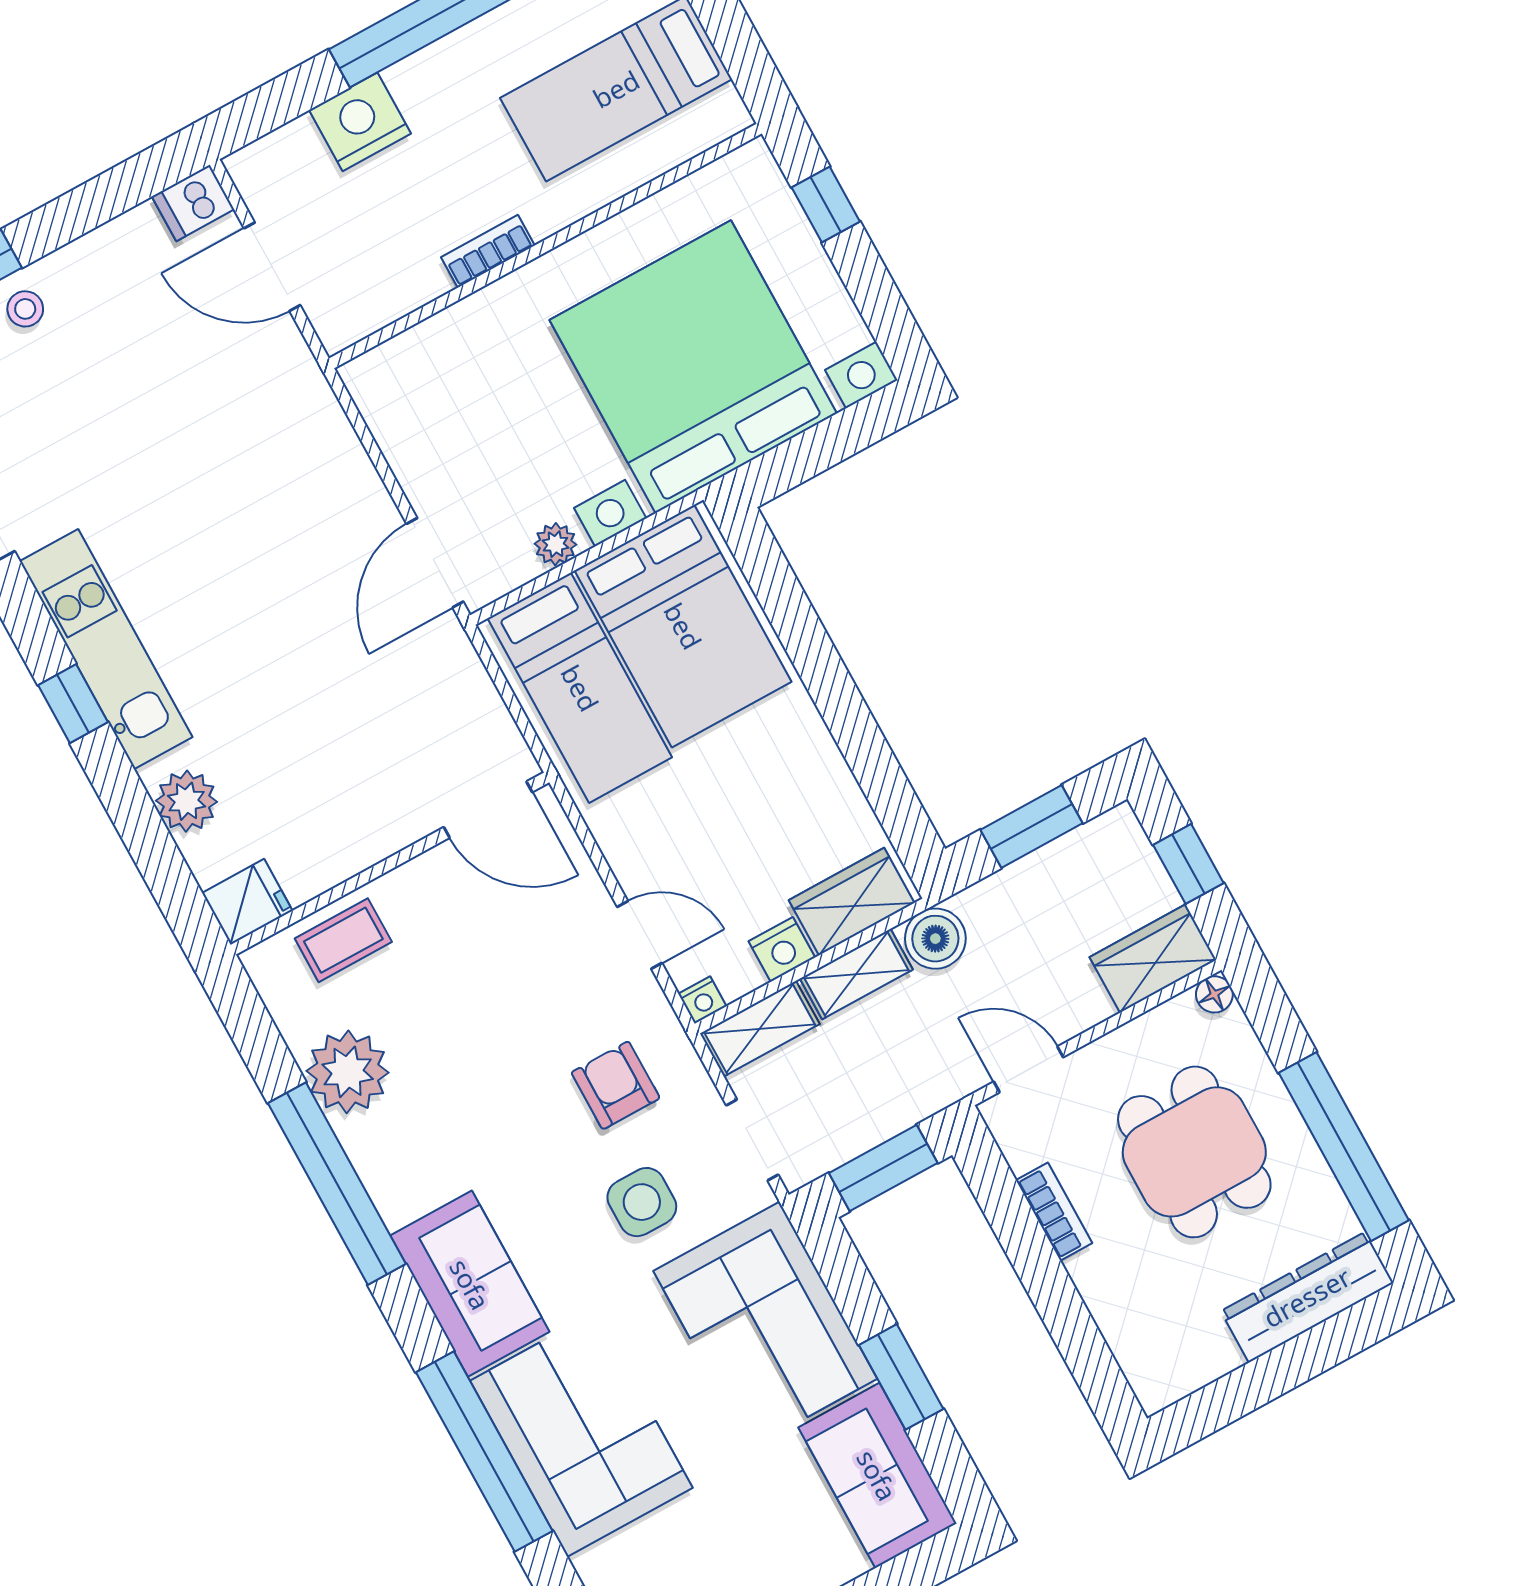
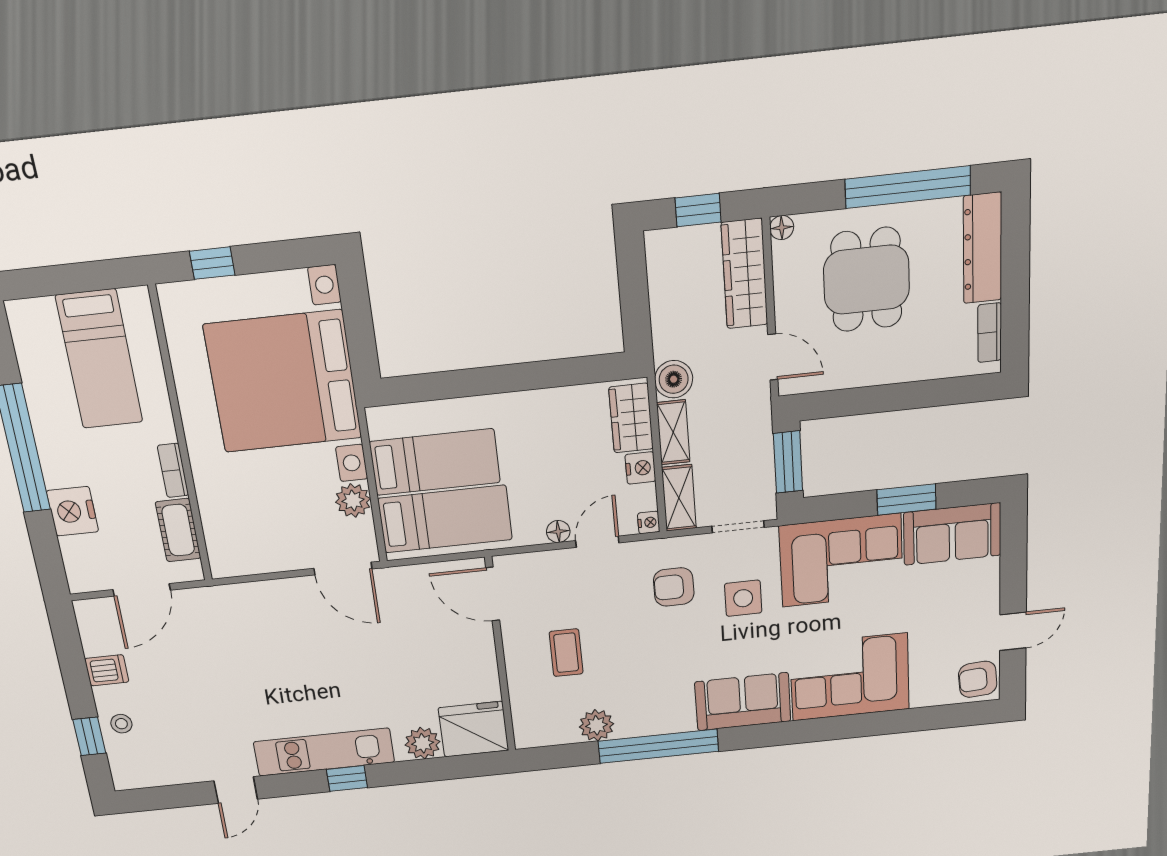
dishwasher: (193, 203) -> (107, 670), moved, turned -90
cot: (395, 290) -> (178, 530), added
plant: (556, 544) -> (353, 500), width x1.38, depth x1.38
bed: (683, 626) -> (435, 462), width x0.67
door: (488, 810) -> (493, 594), swing flipped
window: (1032, 826) -> (634, 296), removed
floor lamp: (631, 868) -> (558, 532), added
fridge: (247, 902) -> (474, 729), width x1.88, depth x1.34
coffee table: (343, 940) -> (566, 653), moved
wardrobe: (1153, 959) -> (745, 274), width x1.50
door: (1028, 1069) -> (773, 357), swing flipped
plant: (348, 1072) -> (596, 725), width x0.73, depth x0.73
dining table: (1194, 1152) -> (866, 280), turned 90
bookcase: (1054, 1212) -> (990, 333), moved, turned -90
window: (484, 1452) -> (833, 728), removed

